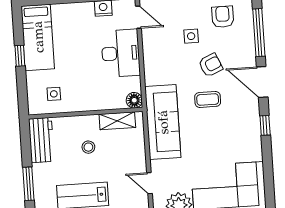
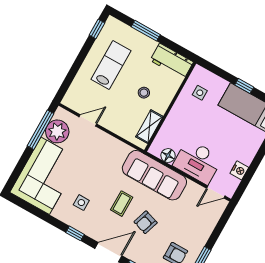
side table: (191, 36) -> (81, 203), moved
armchair: (211, 65) -> (146, 222), turned 42
floor lamp: (134, 100) -> (168, 156), moved
sofa: (163, 122) -> (154, 175), moved

